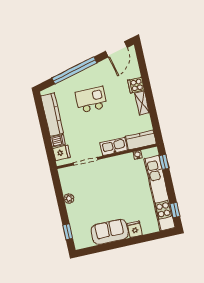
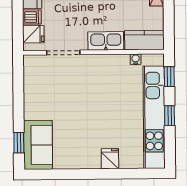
plant: (69, 199) -> (30, 98), removed
window: (175, 210) -> (170, 116), moved
sofa: (110, 232) -> (38, 145), moved, turned 90

